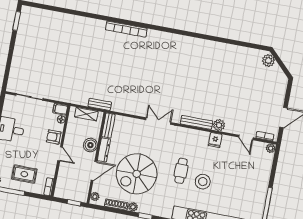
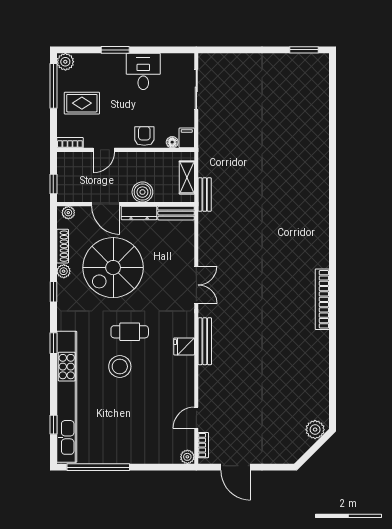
bookcase: (126, 29) -> (322, 299), moved
plant: (219, 125) -> (207, 375), removed
fridge: (215, 140) -> (184, 346), moved
door: (60, 154) -> (104, 150), moved
rug: (24, 174) -> (82, 103), turned 90
spiral stairs: (137, 174) -> (113, 268), turned -90

